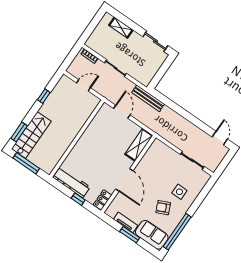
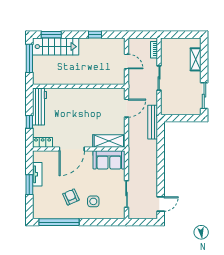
sofa: (152, 235) -> (109, 160), moved, turned 90

